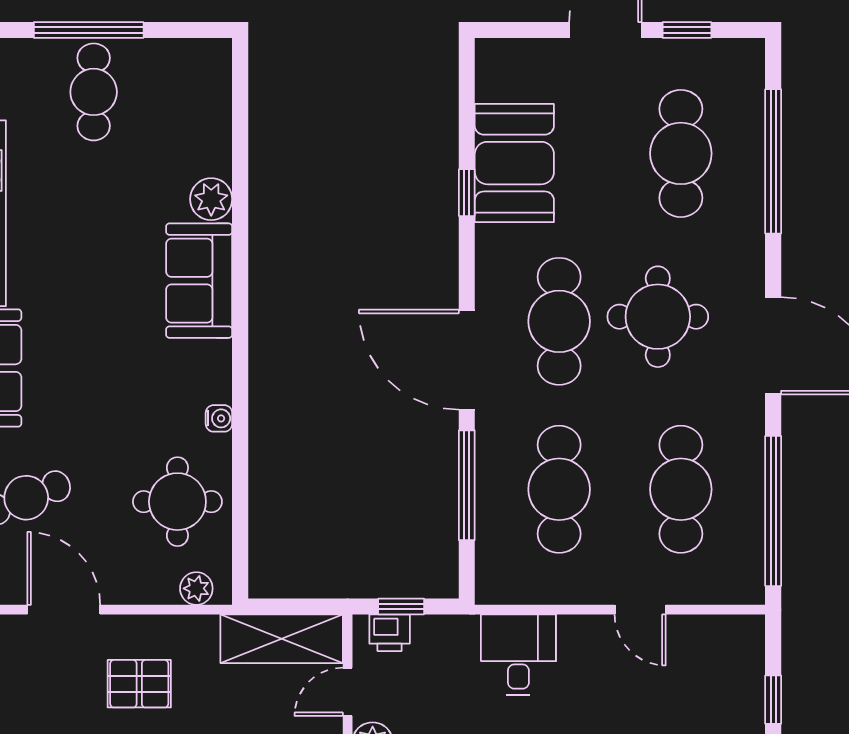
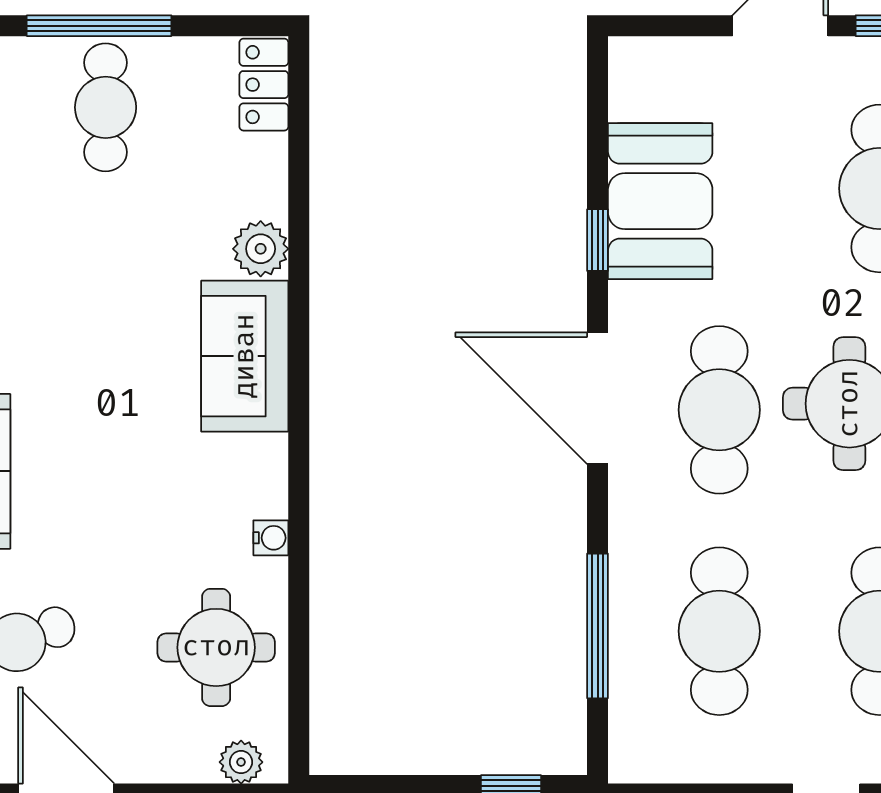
locker: (214, 75) -> (264, 85), added
door: (467, 360) -> (598, 398), moved

